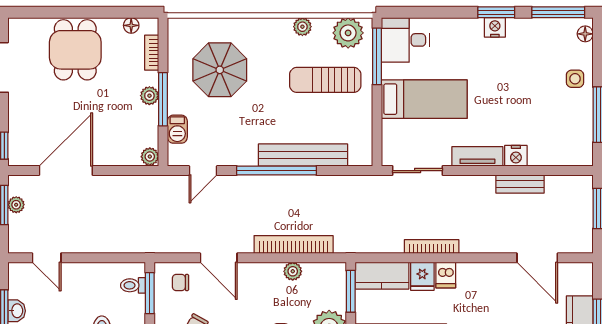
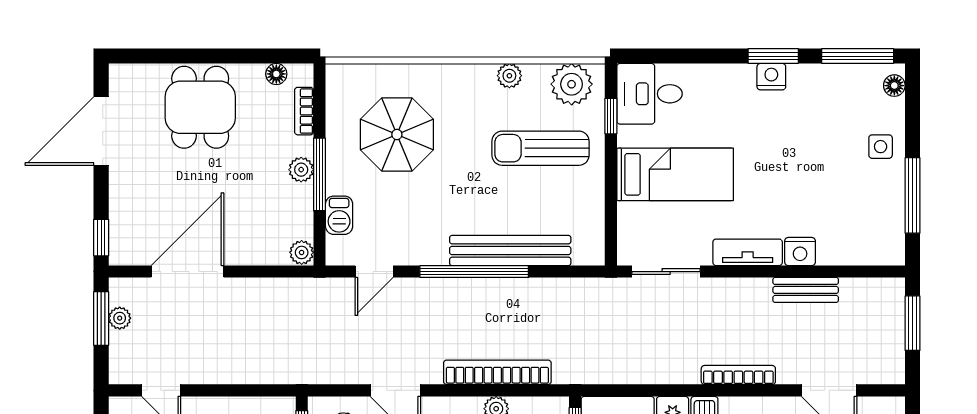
window: (377, 56) -> (611, 116), width x0.46
bookcase: (432, 247) -> (738, 375), moved

